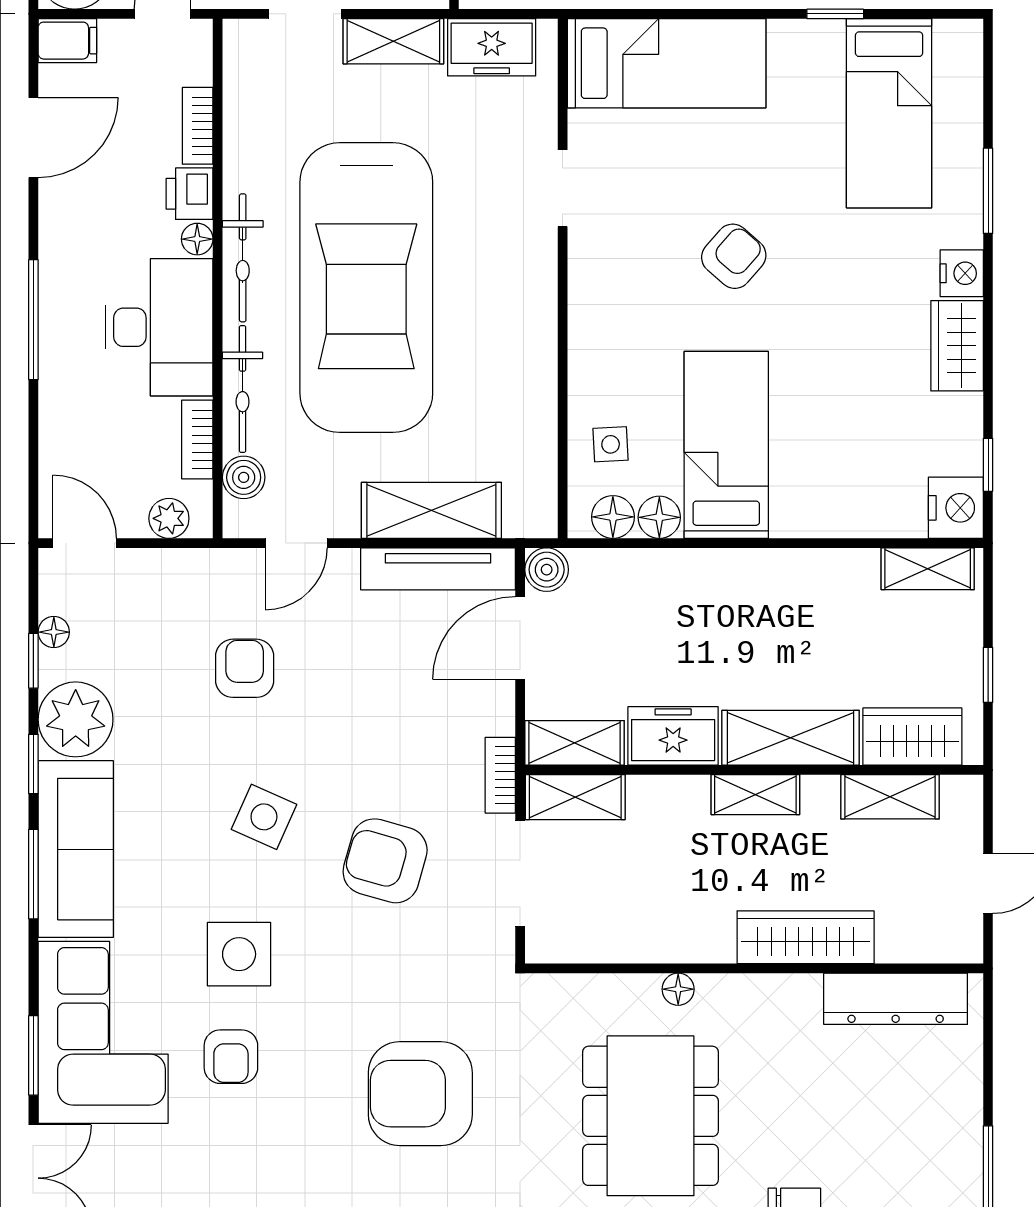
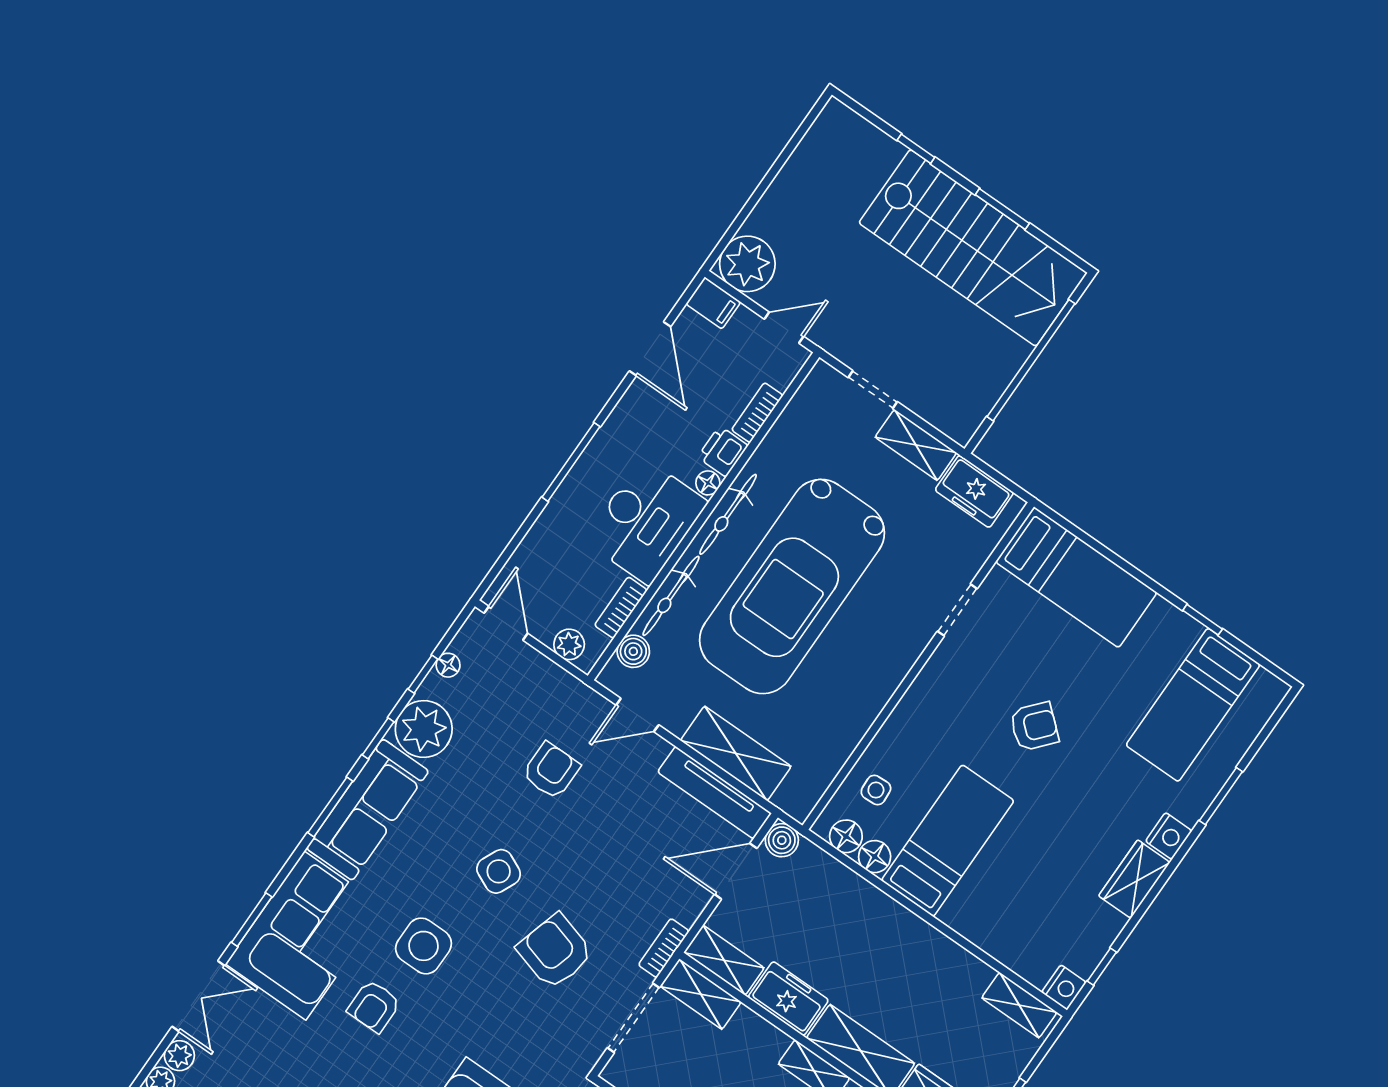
door: (33, 138) -> (650, 349), hinge flipped
nightstand: (956, 508) -> (1064, 987), width x0.74, depth x0.75

